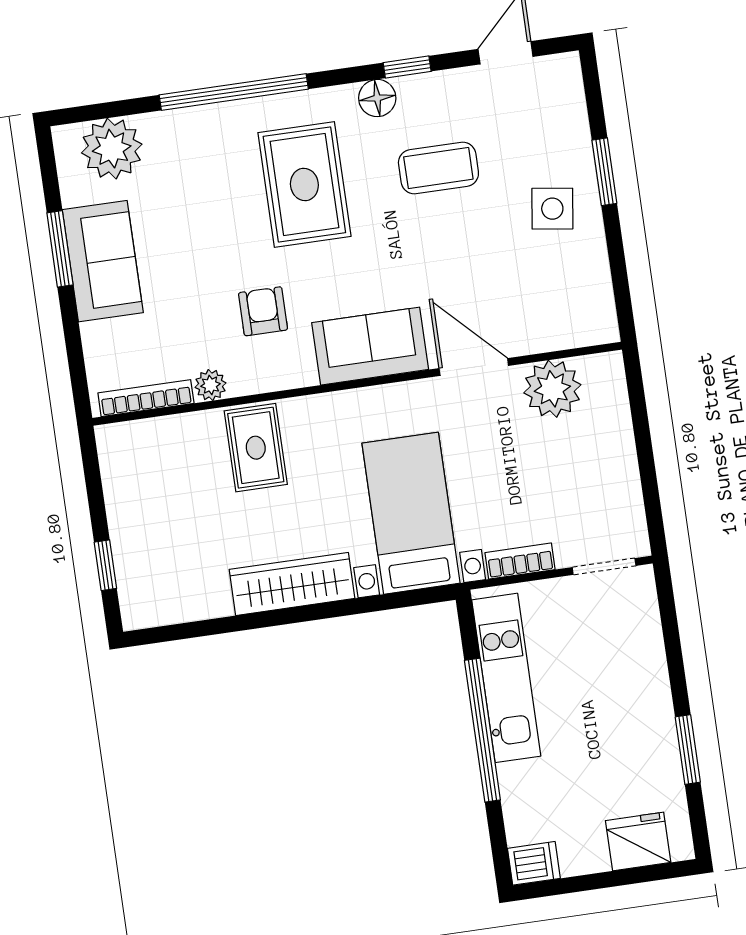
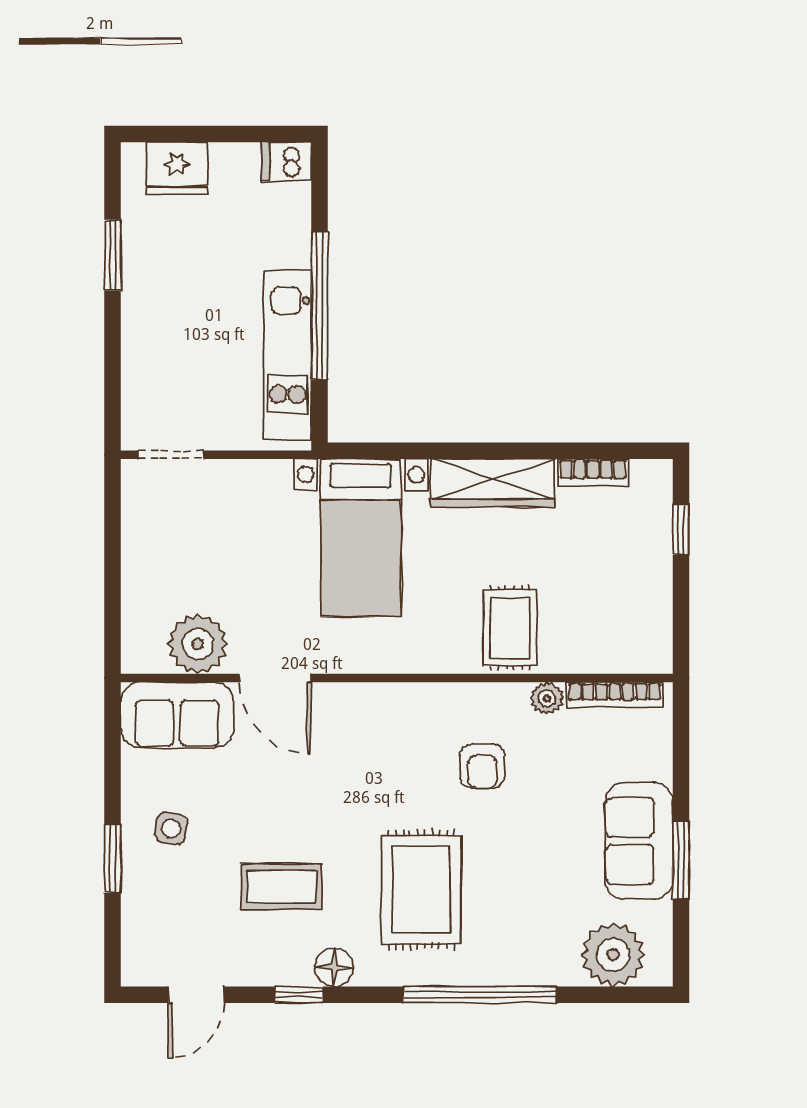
side table: (552, 209) -> (171, 828), width x0.73, depth x0.73
sofa: (370, 346) -> (177, 715), moved
bookcase: (520, 561) -> (593, 473), moved

